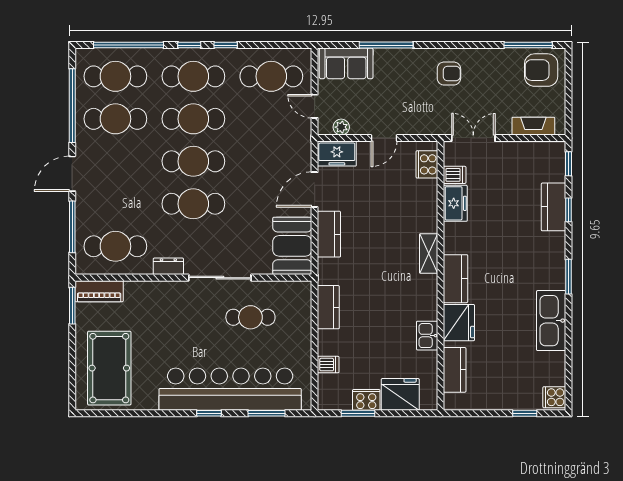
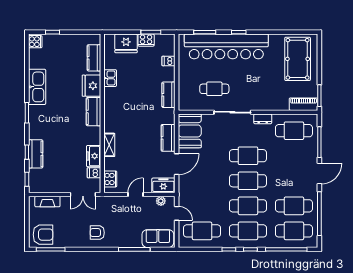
shelving: (429, 253) -> (109, 145), moved

